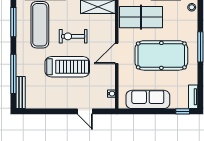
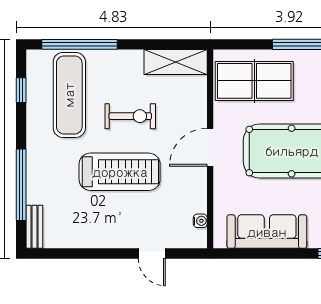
window: (13, 22) -> (21, 90), width x0.46
exercise bike: (73, 36) -> (130, 116), turned 180
bench: (21, 93) -> (34, 227), width x0.73

